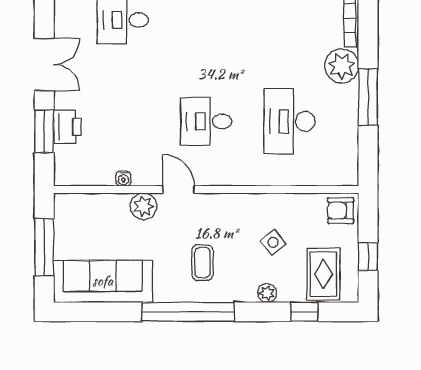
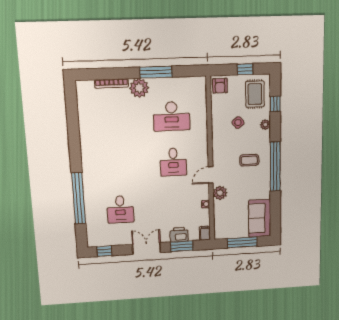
filing cabinet: (67, 176) -> (205, 233), added
rug: (323, 274) -> (255, 94), turned 90
sofa: (103, 281) -> (260, 218), width x0.73

